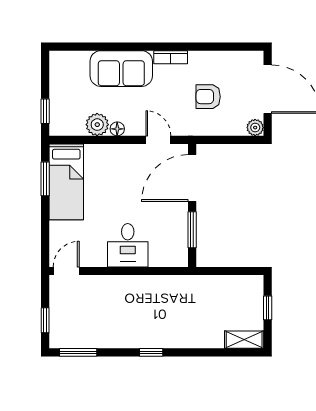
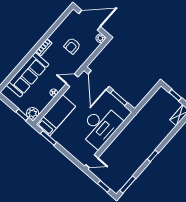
sofa: (121, 69) -> (28, 75), width x1.36
plant: (97, 125) -> (33, 113), moved
bed: (66, 182) -> (56, 115), moved, turned -90
desk: (128, 245) -> (100, 126), width x1.87, depth x1.30
door: (66, 271) -> (92, 161), swing flipped

